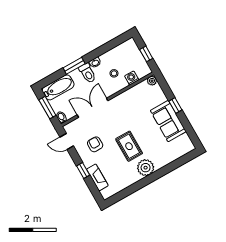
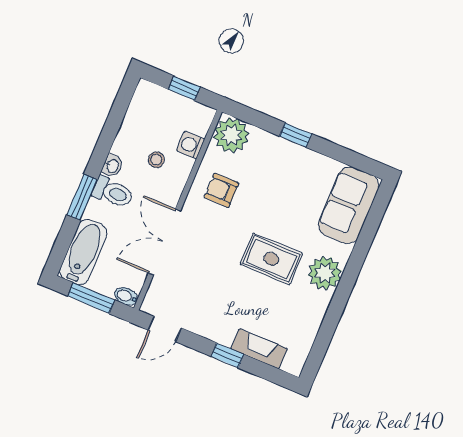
plant: (152, 81) -> (231, 135), width x1.88, depth x1.88
sofa: (168, 121) -> (349, 205), moved, turned 90
armchair: (95, 144) -> (221, 190), moved

